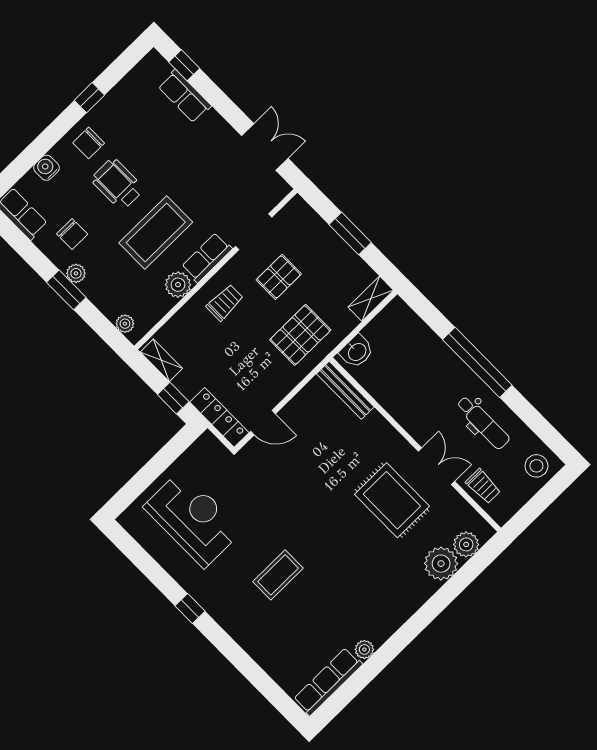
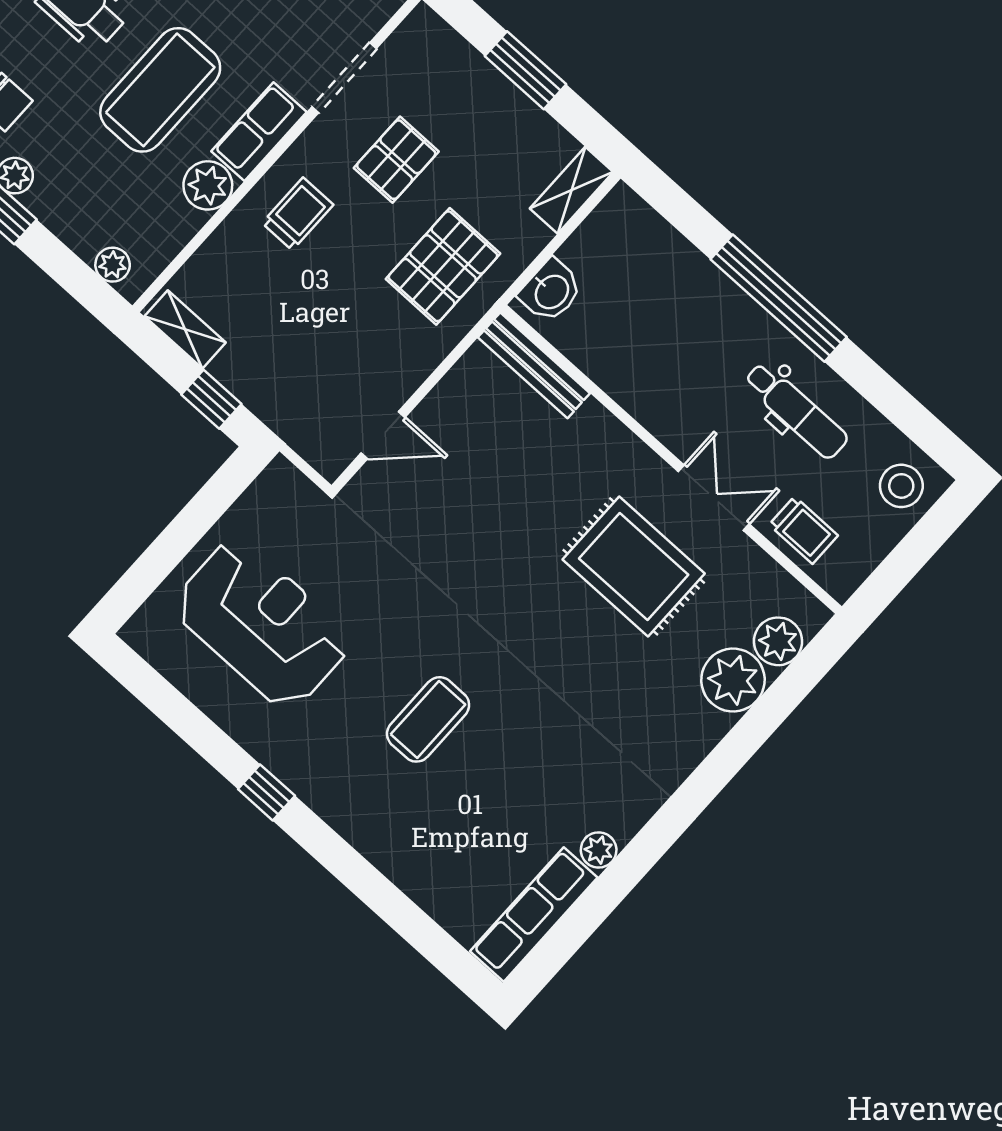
locker: (219, 417) -> (300, 430), removed

